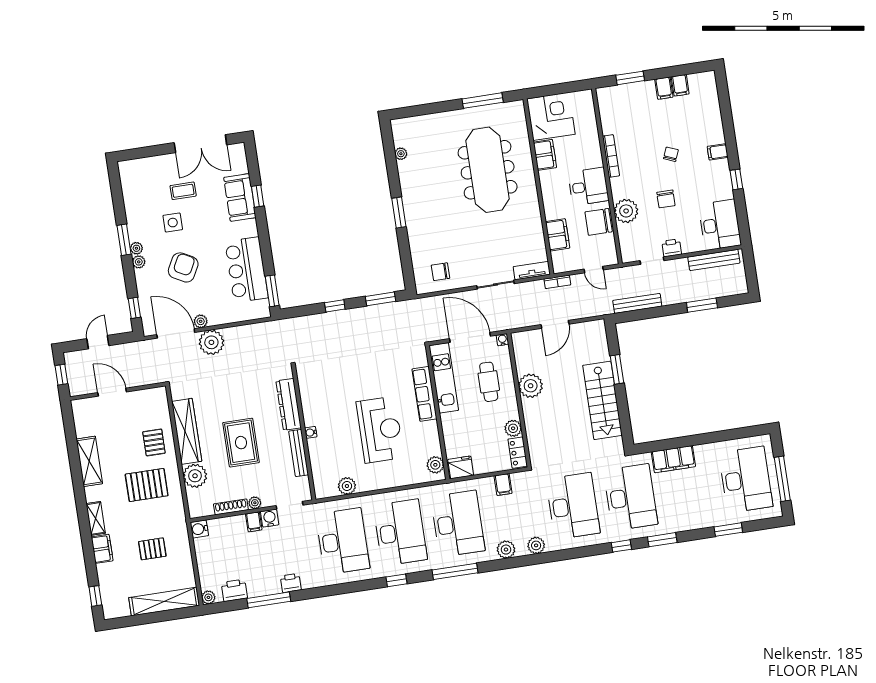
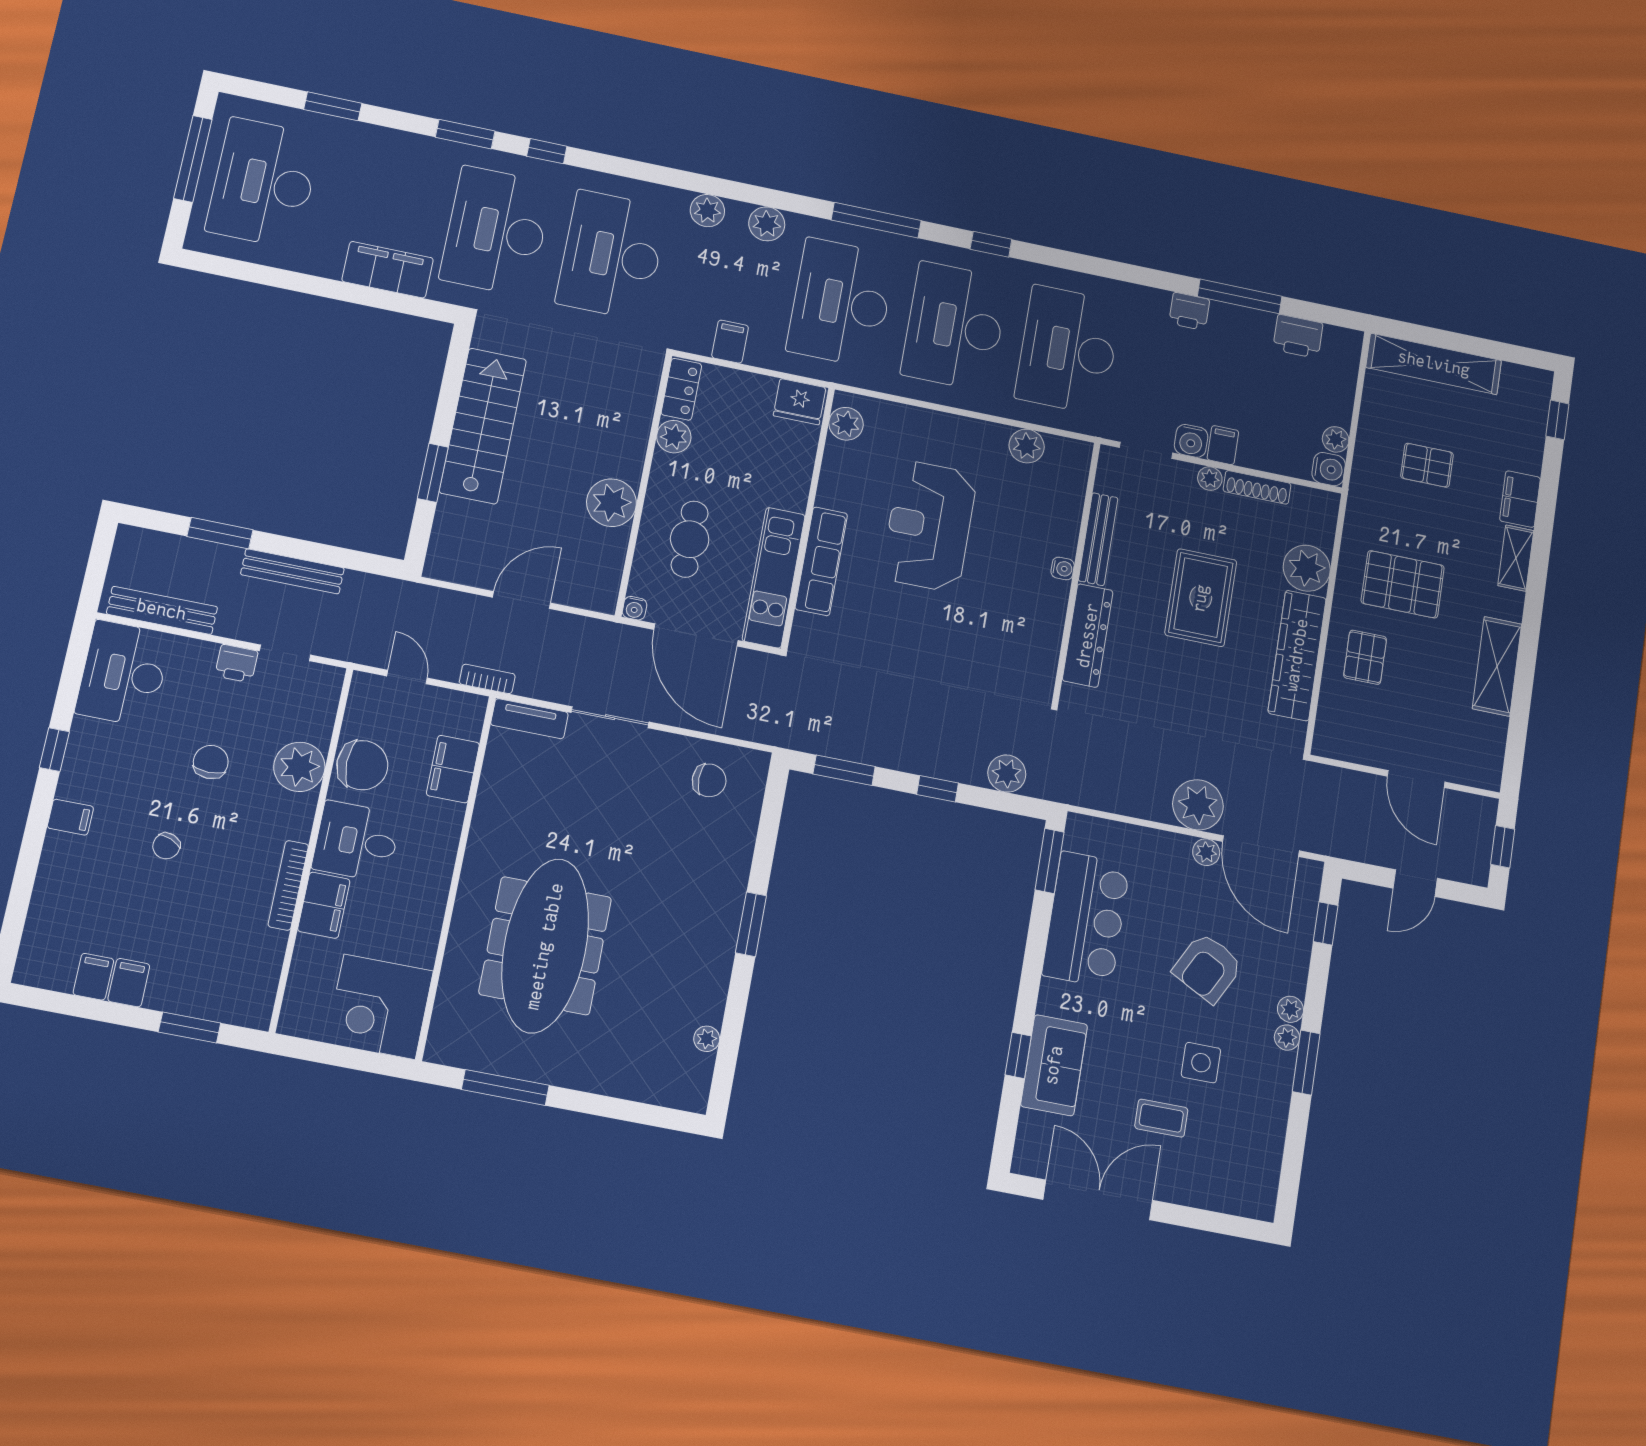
filing cabinet: (545, 155) -> (324, 905), moved, turned 180
bench: (637, 303) -> (292, 571), moved
plant: (305, 325) -> (1007, 774), added
plant: (208, 597) -> (1336, 439), moved

